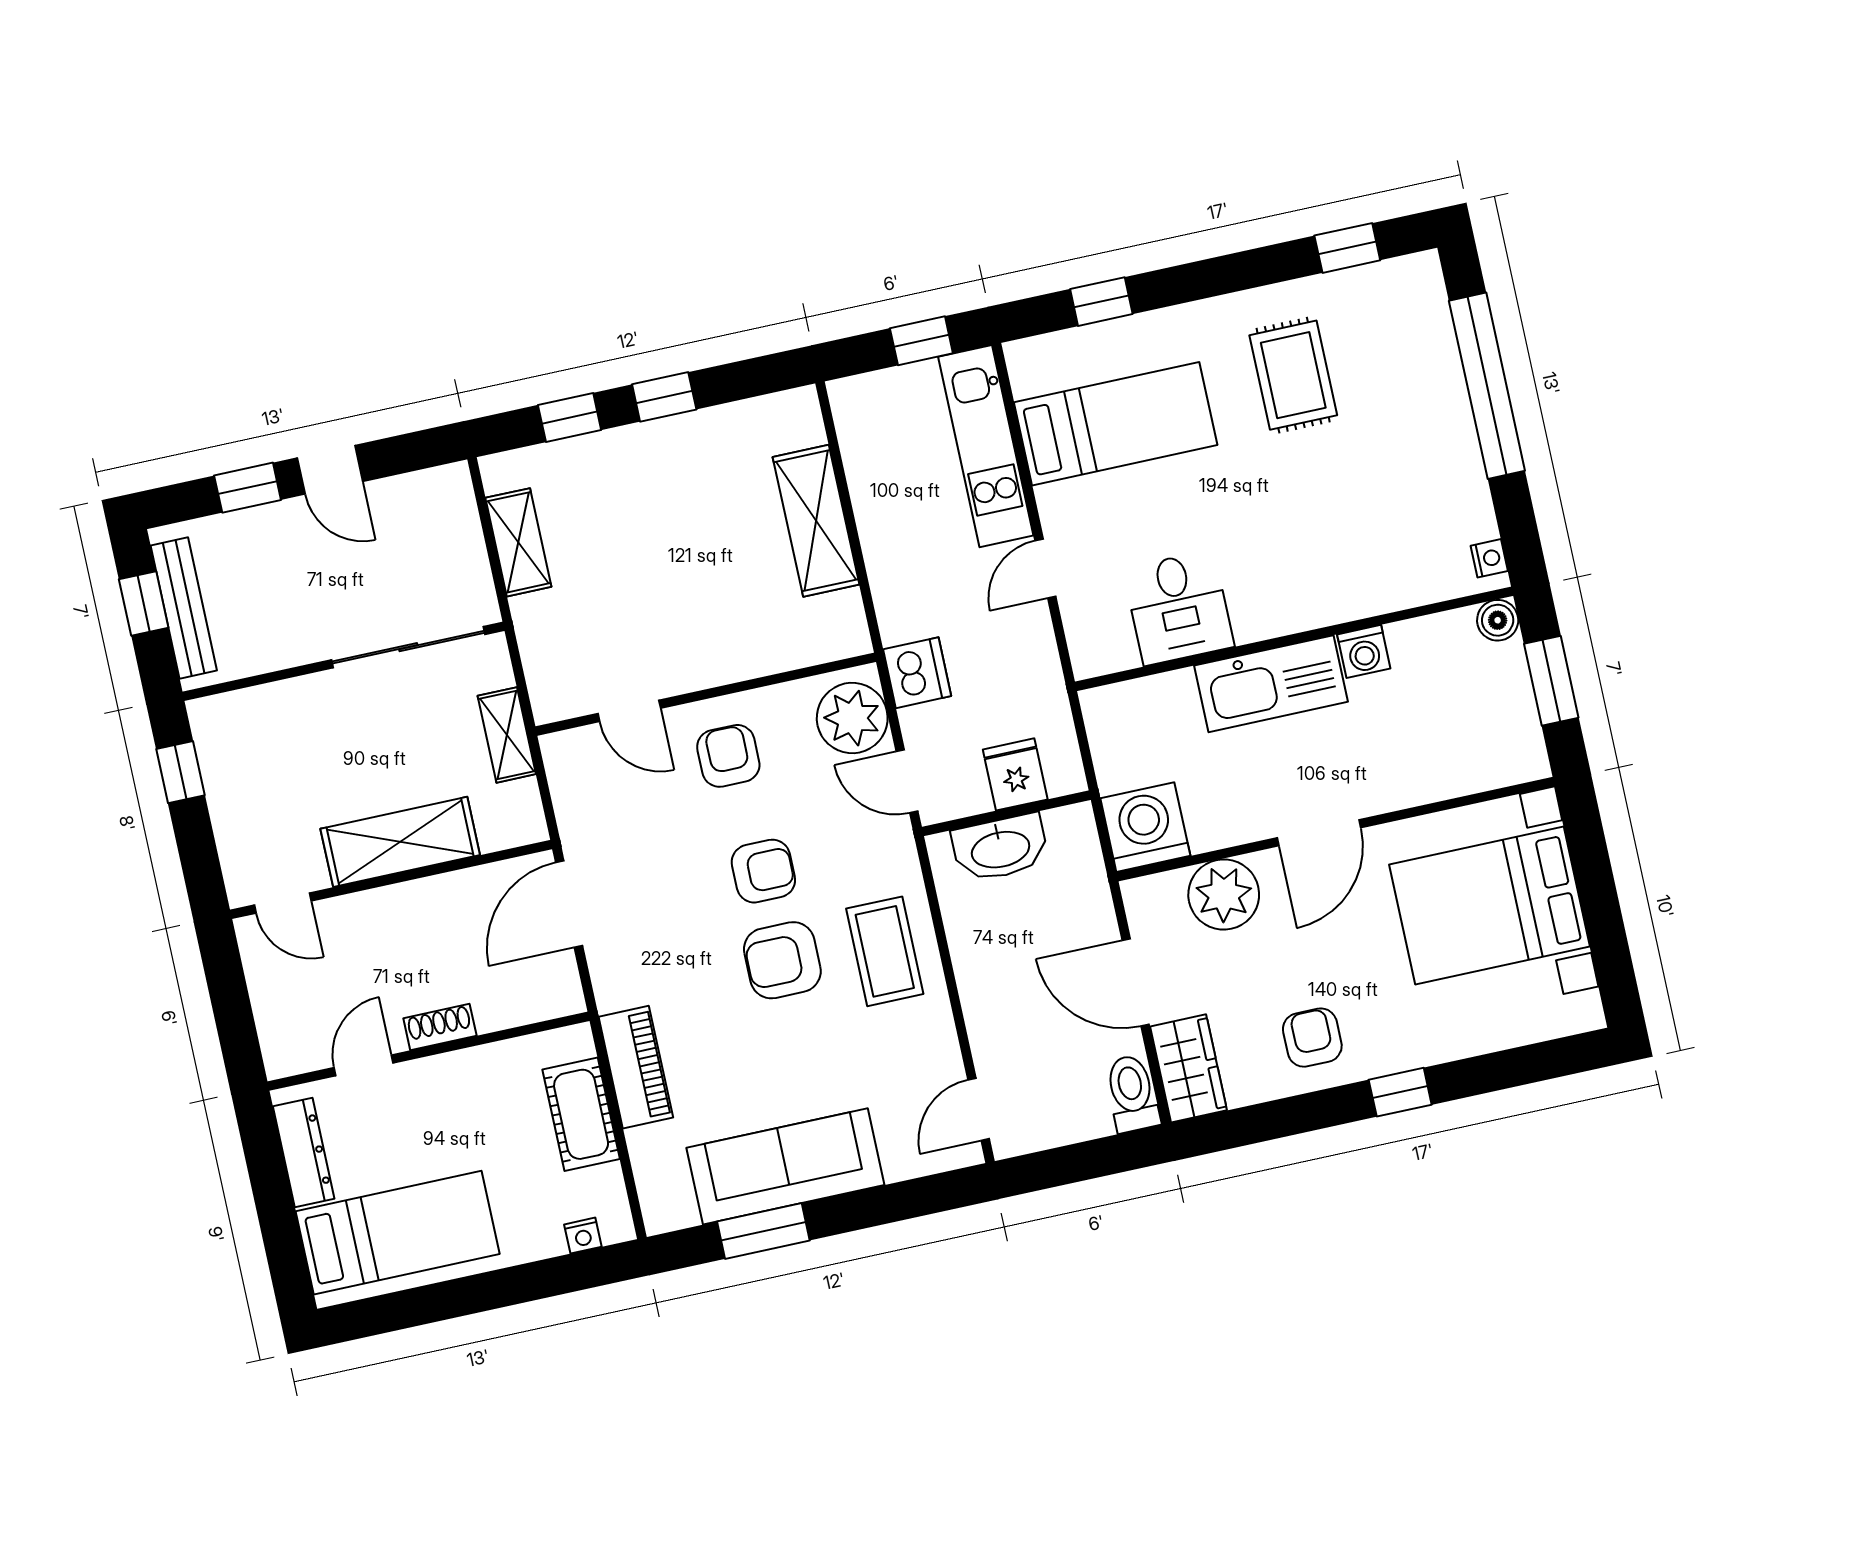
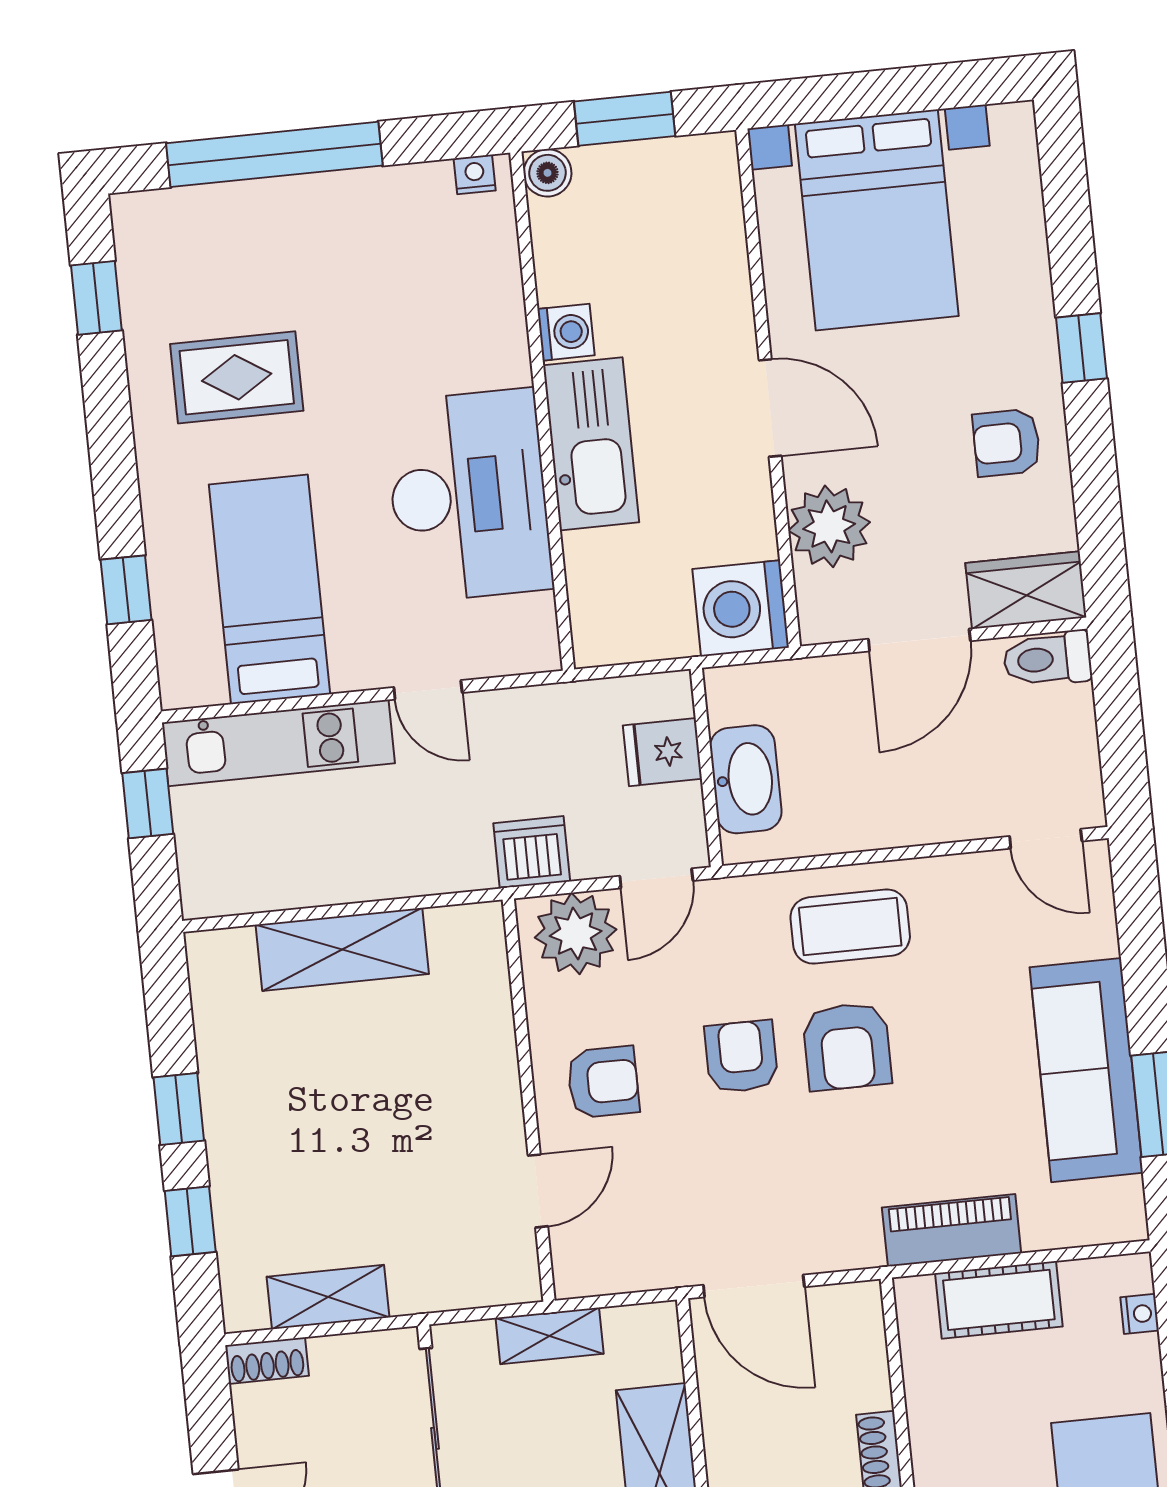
shoe rack: (458, 496) -> (267, 1361), added
desk: (1179, 608) -> (469, 495), width x1.87, depth x1.30
armchair: (728, 756) -> (603, 1082), turned 180

